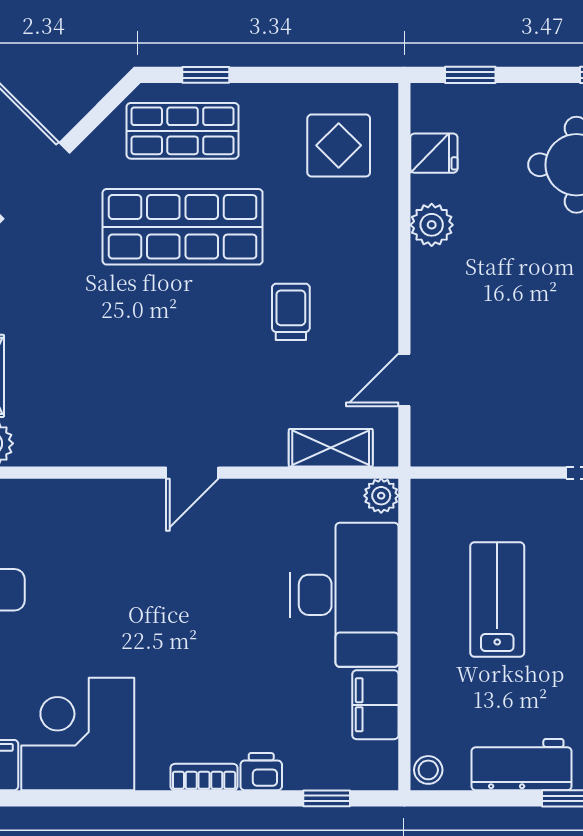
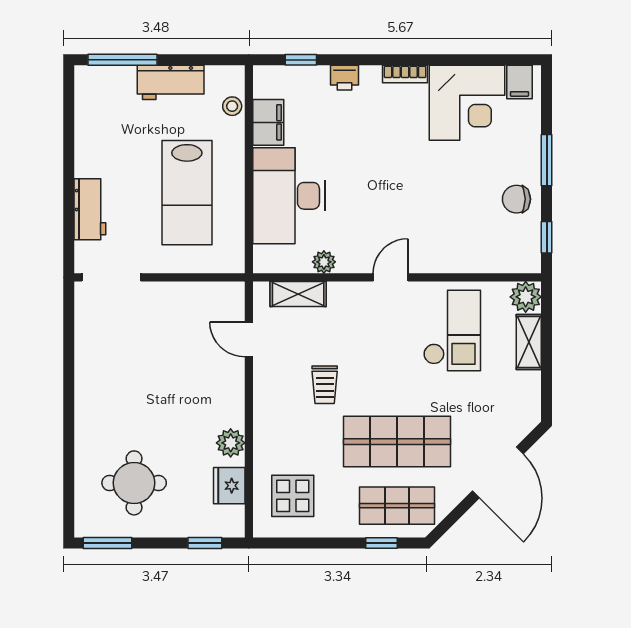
fridge: (434, 153) -> (229, 486), width x1.38
door: (404, 380) -> (249, 339), swing flipped
checkout: (100, 393) -> (452, 331), added
plant: (381, 496) -> (324, 262), moved
lab bench: (497, 599) -> (187, 193), width x1.36, depth x1.39
stool: (428, 770) -> (232, 106), moved
bookcase: (204, 777) -> (405, 74), moved

